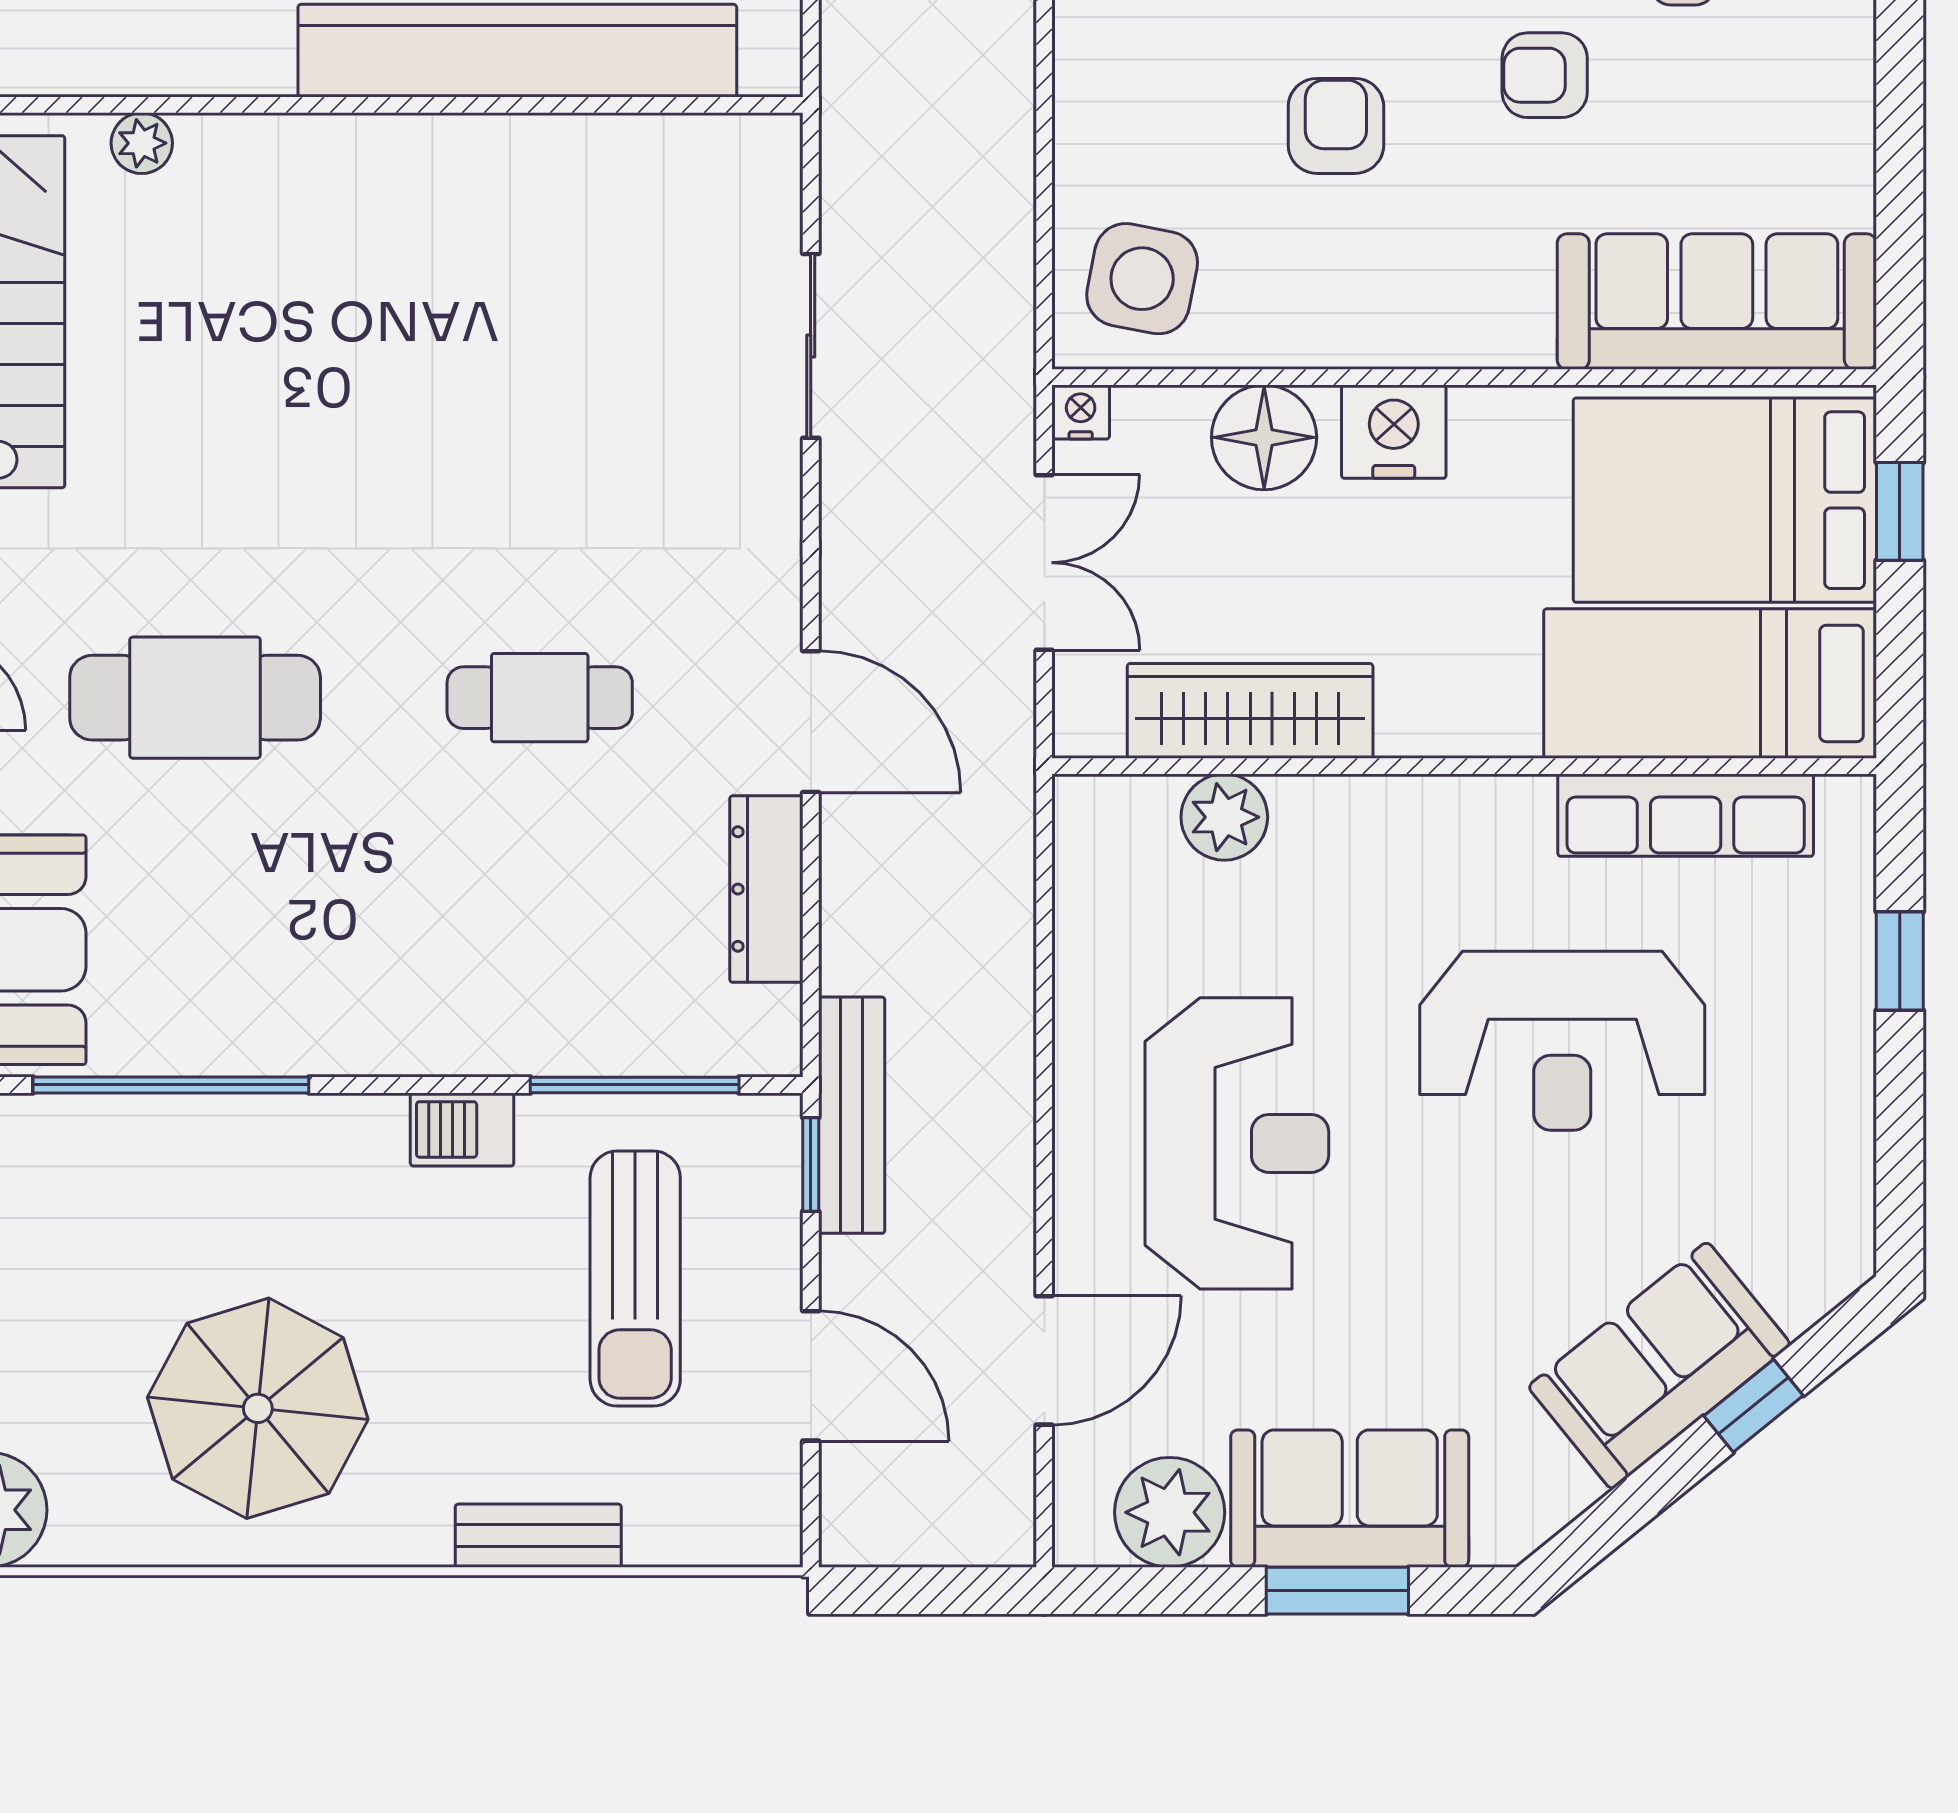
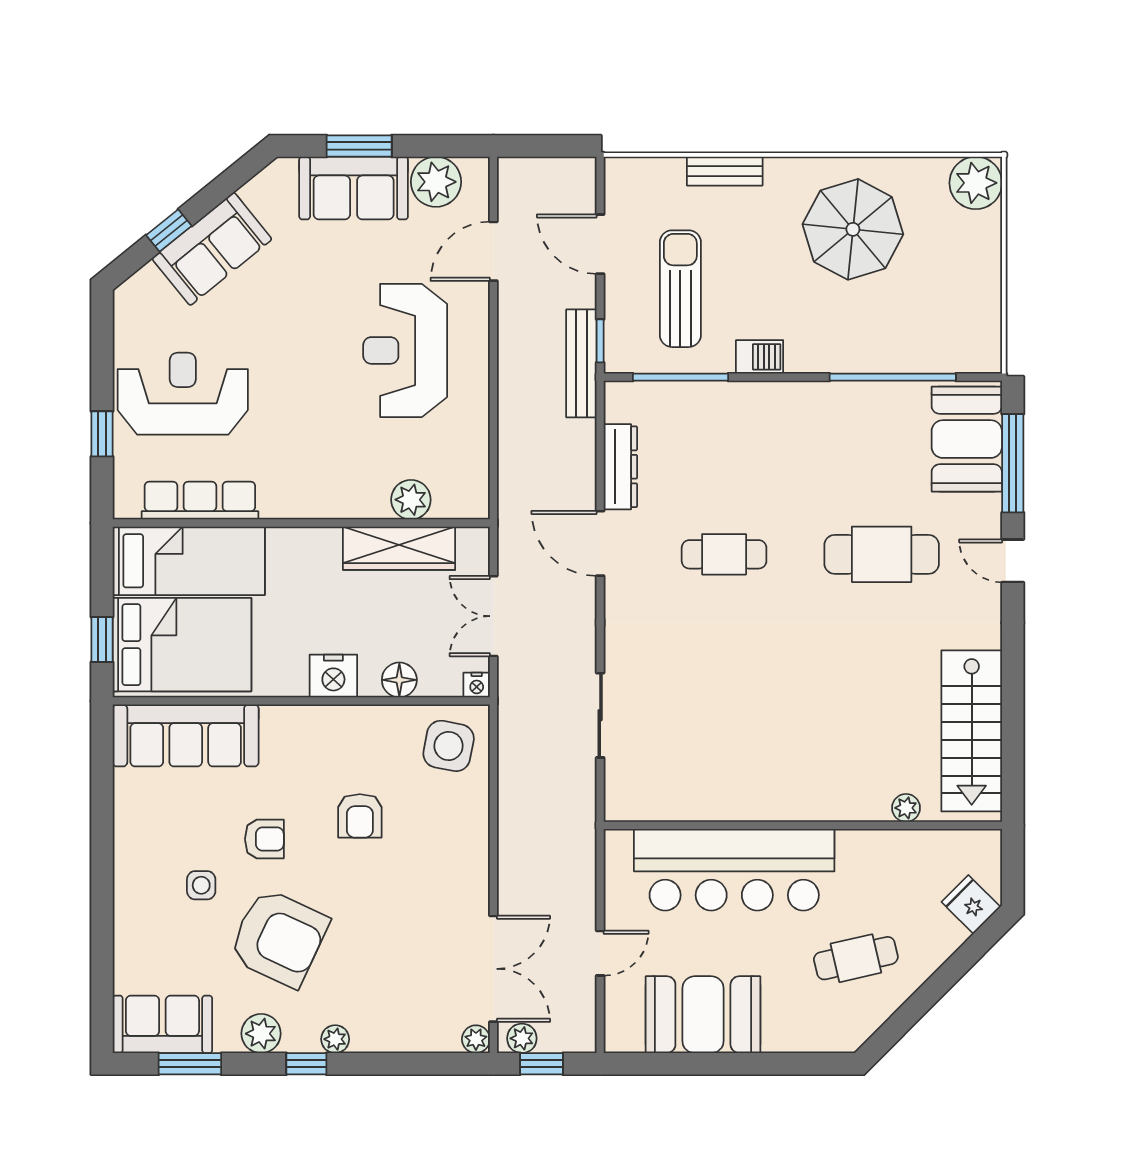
floor lamp: (1264, 437) -> (399, 680), width x0.73, depth x0.73
reception desk: (1562, 1041) -> (183, 394), moved

